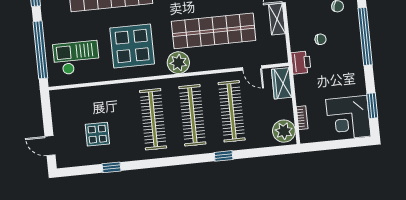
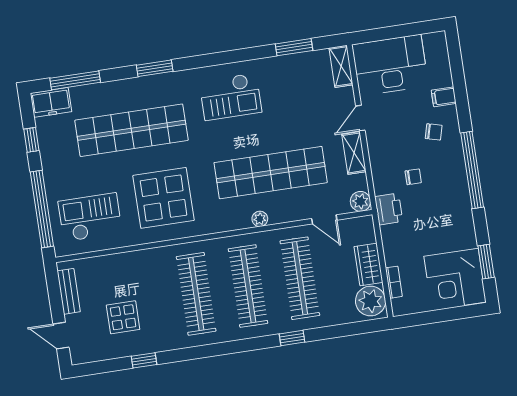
plant: (280, 56) -> (360, 201), added
plant: (178, 63) -> (260, 219), moved, width x0.53, depth x0.53
wardrobe: (282, 83) -> (368, 264), moved
bench: (57, 113) -> (69, 291), added

